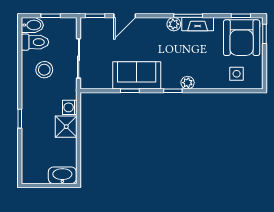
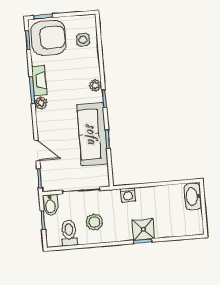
bidet: (32, 25) -> (50, 205), moved, turned 180
sofa: (137, 75) -> (92, 134), width x1.36
shower: (66, 127) -> (143, 229), moved

